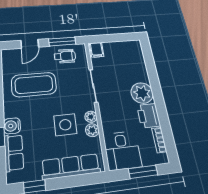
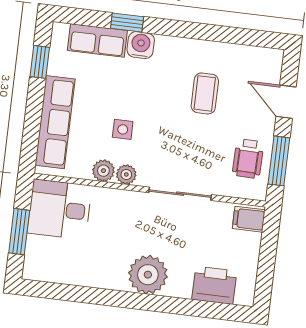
coffee table: (34, 85) -> (205, 93), width x0.54, depth x0.58
printer: (149, 116) -> (214, 285), moved
side table: (65, 125) -> (123, 129), width x0.54, depth x0.54
bookcase: (159, 140) -> (61, 275), removed

